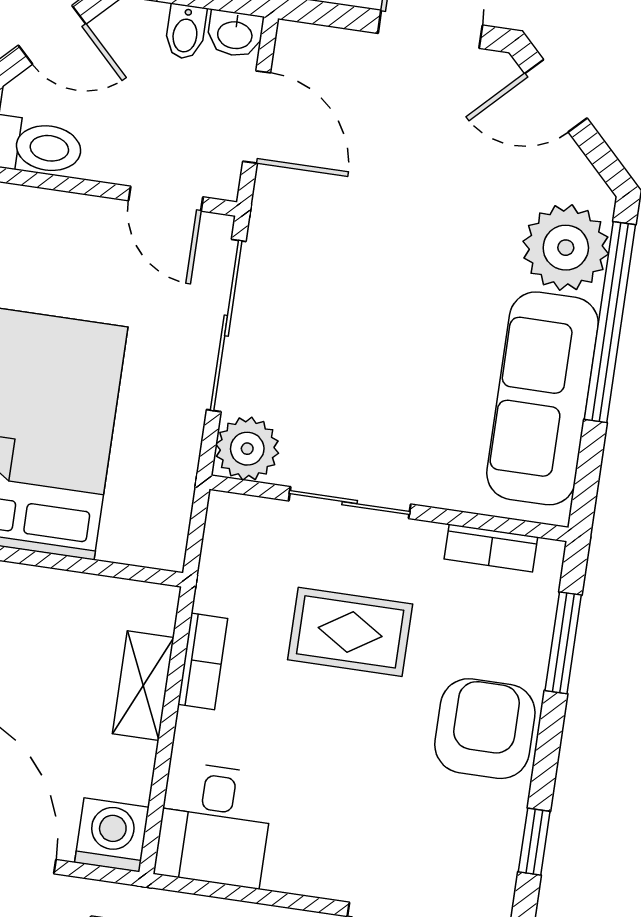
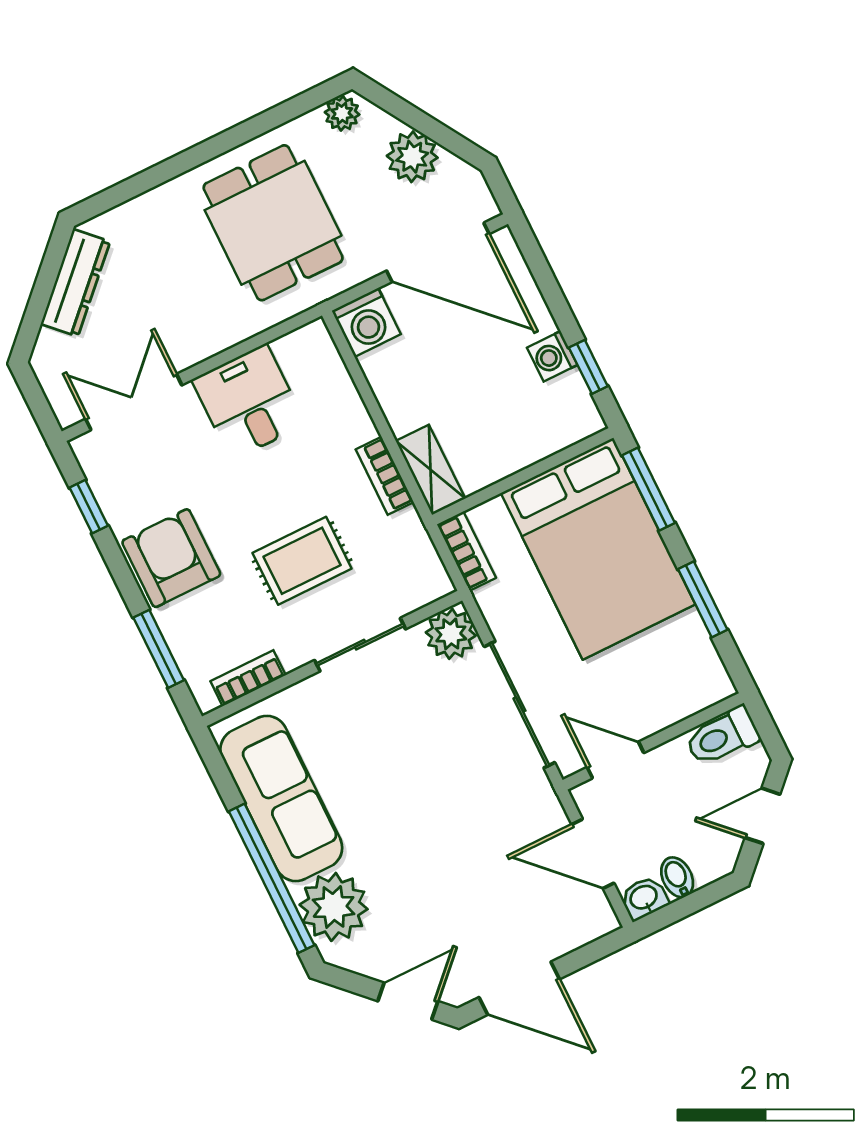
bookcase: (171, 524) -> (466, 551), added
shelving: (143, 686) -> (430, 470), moved
armchair: (485, 729) -> (171, 558), turned 180
desk: (214, 825) -> (249, 402), moved

